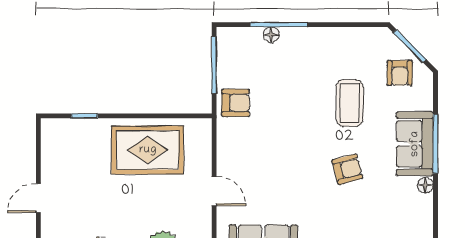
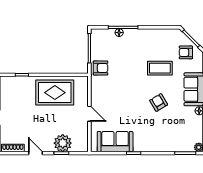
armchair: (400, 73) -> (186, 52), turned 90
coffee table: (350, 103) -> (160, 68), turned 90
armchair: (347, 169) -> (159, 103), turned -106

